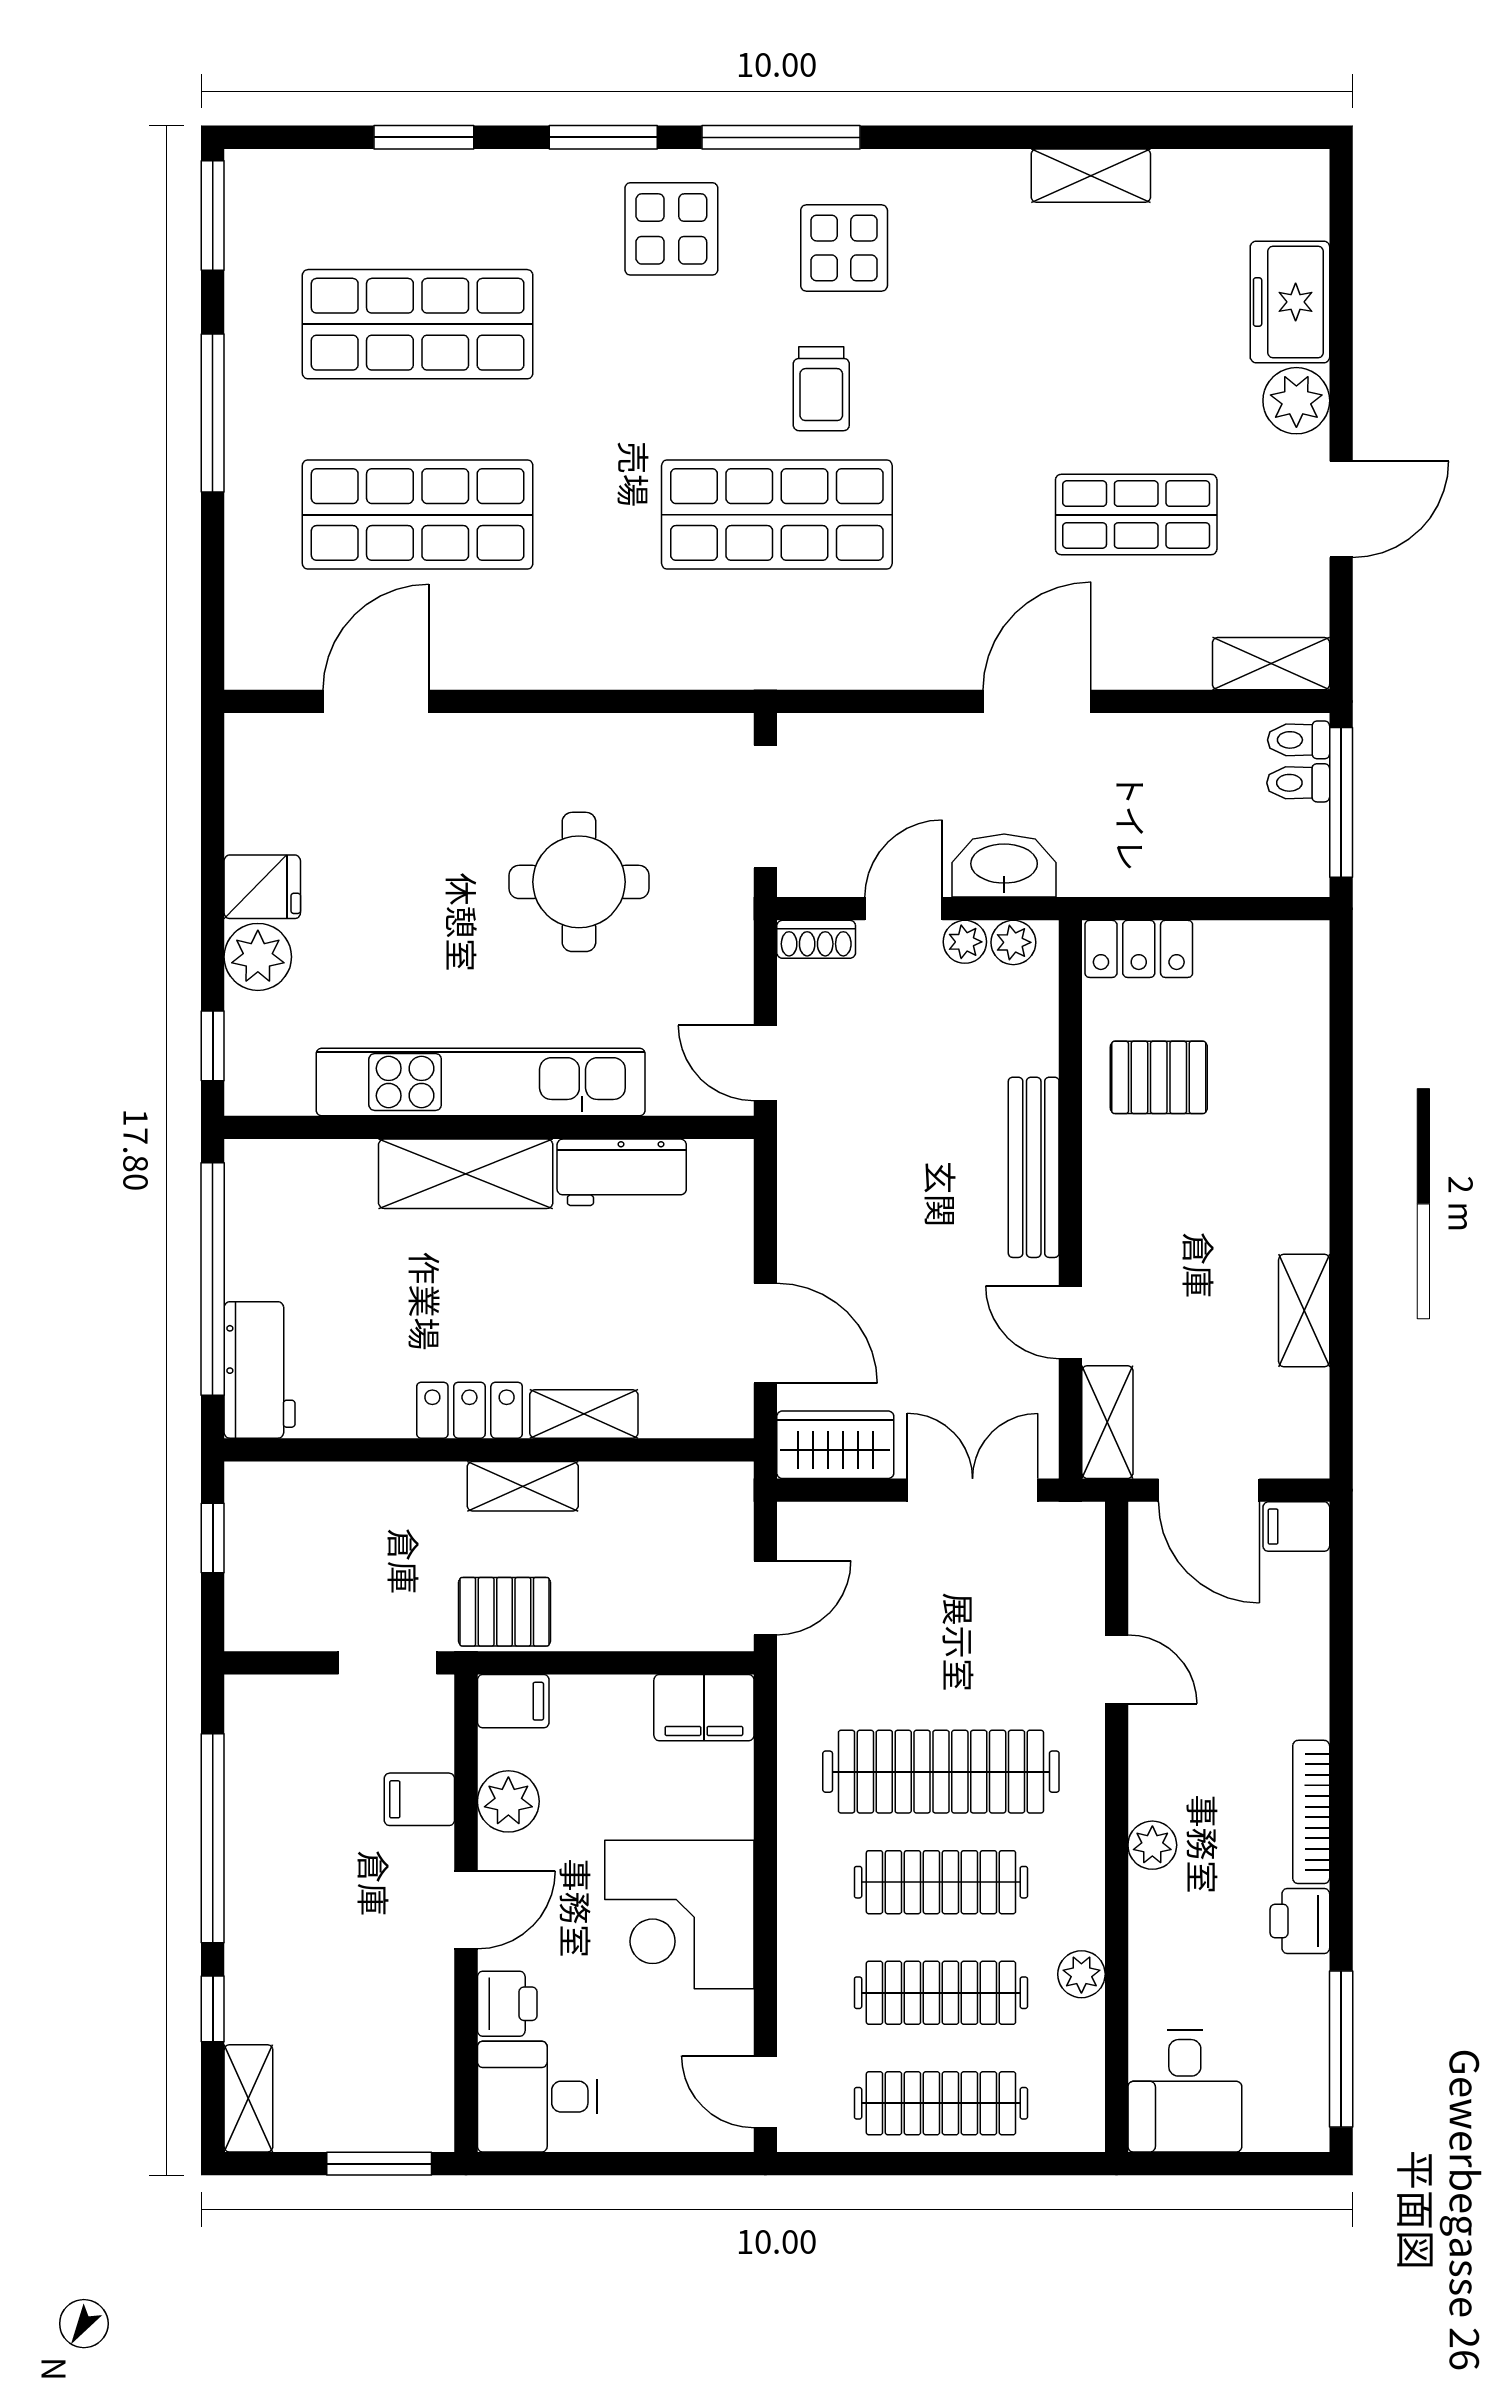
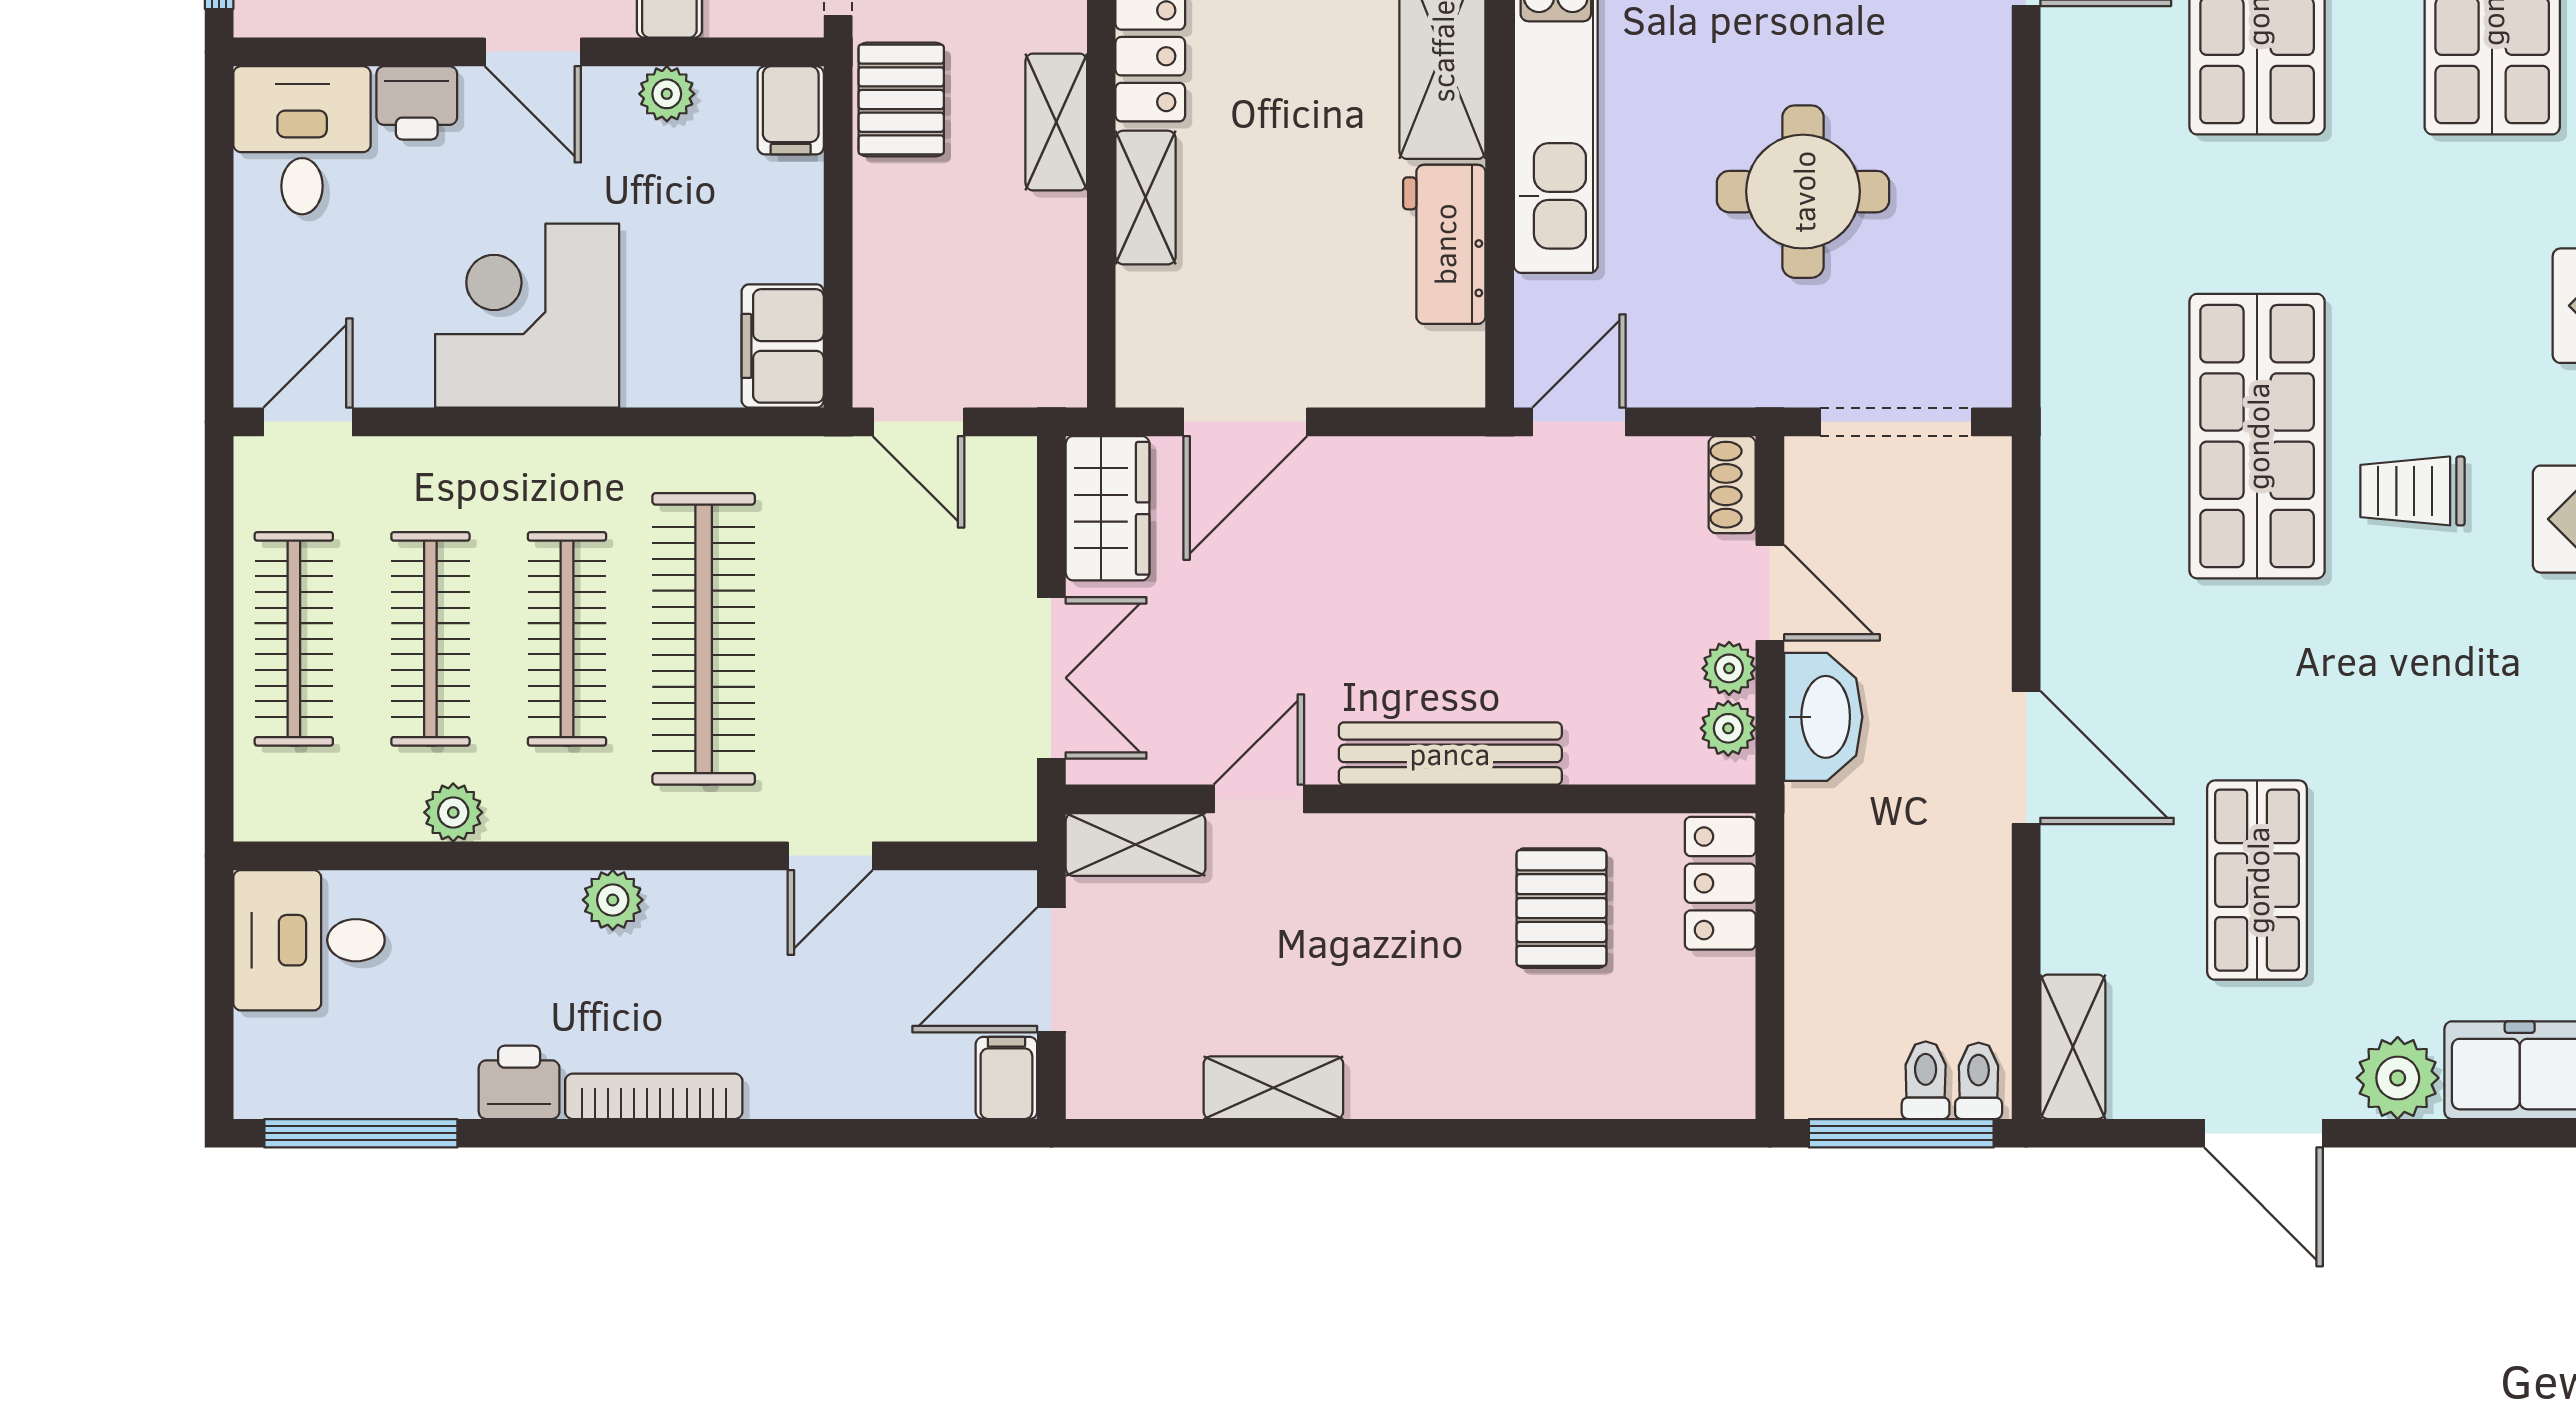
plant: (508, 1801) -> (667, 94), width x0.73, depth x0.73

